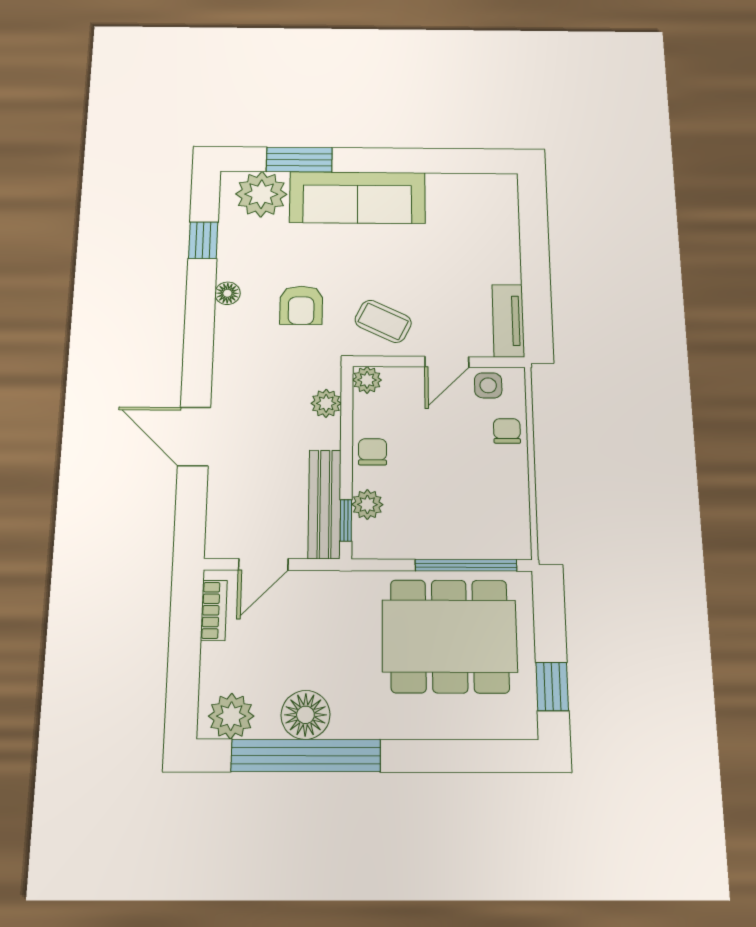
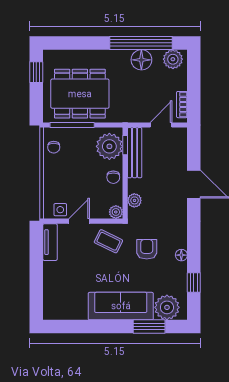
chair: (507, 431) -> (54, 147), moved
plant: (367, 505) -> (109, 146), width x1.88, depth x1.88

